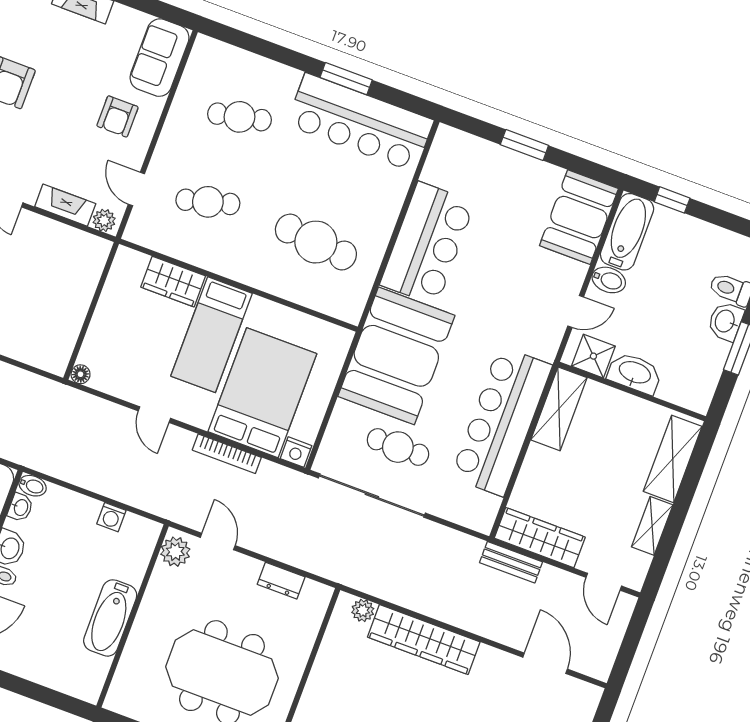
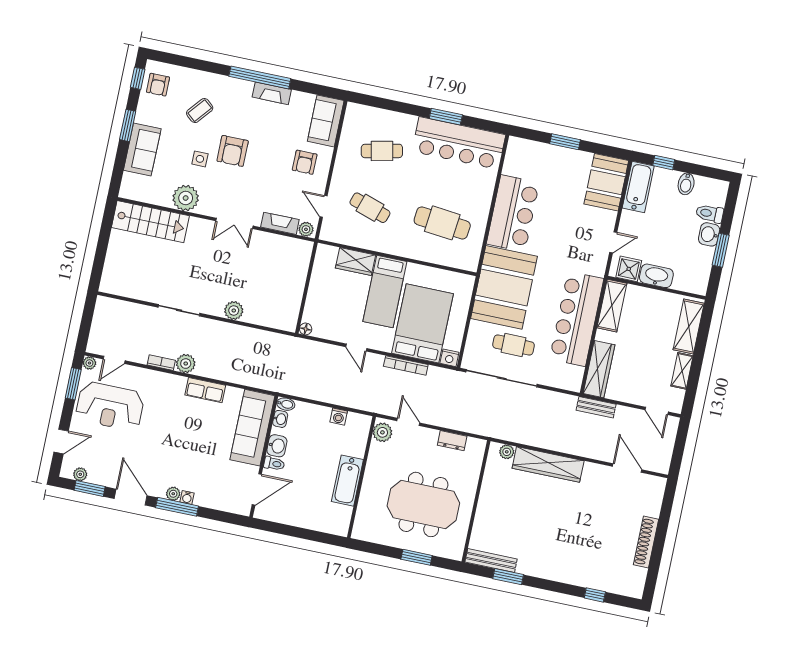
cafe table: (208, 202) -> (370, 208), turned 33
bidet: (609, 280) -> (686, 184), moved, turned 90
wardrobe: (540, 538) -> (599, 369), moved, turned 90

